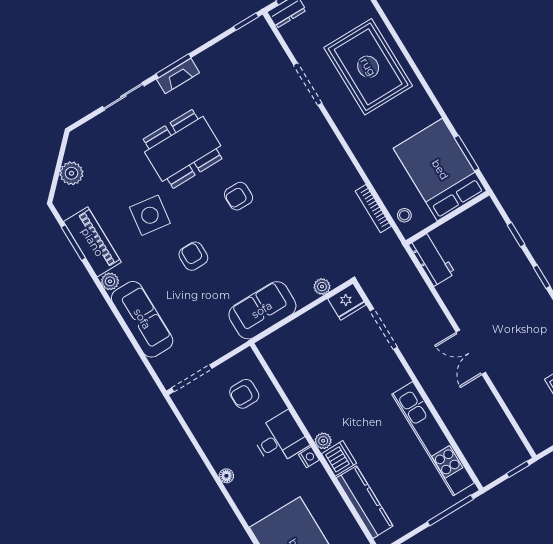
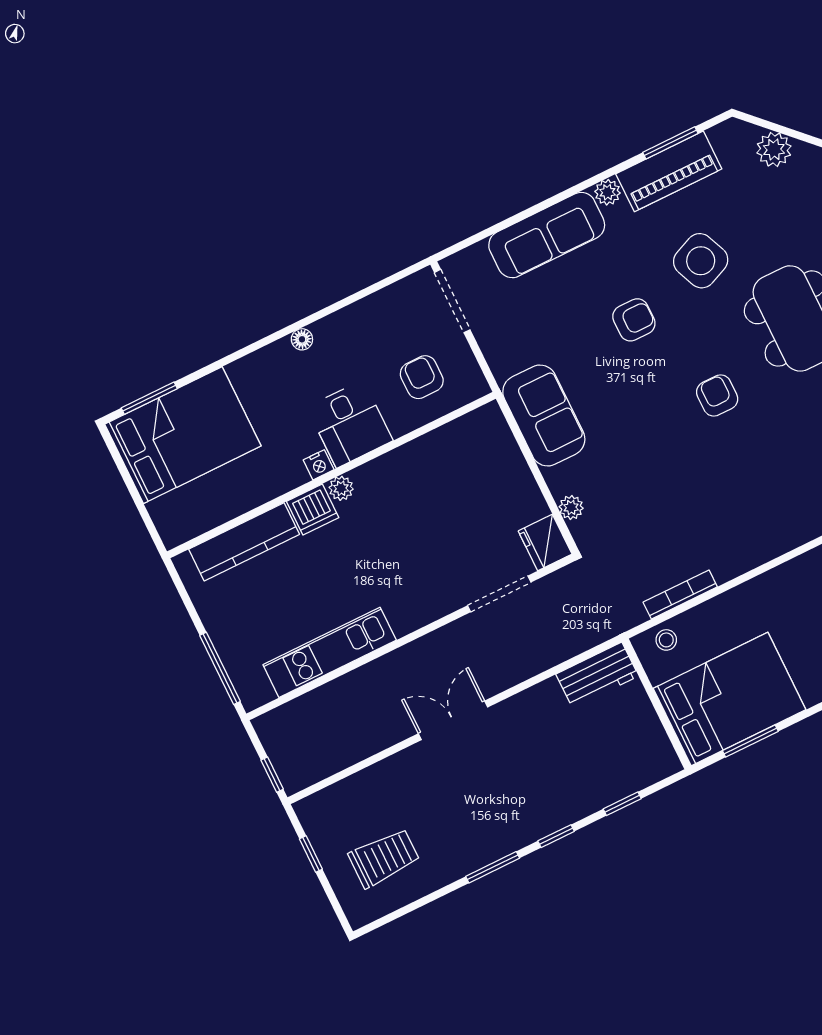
side table: (150, 215) -> (701, 261), turned -31
kitchen unit: (433, 439) -> (330, 652), width x0.73

